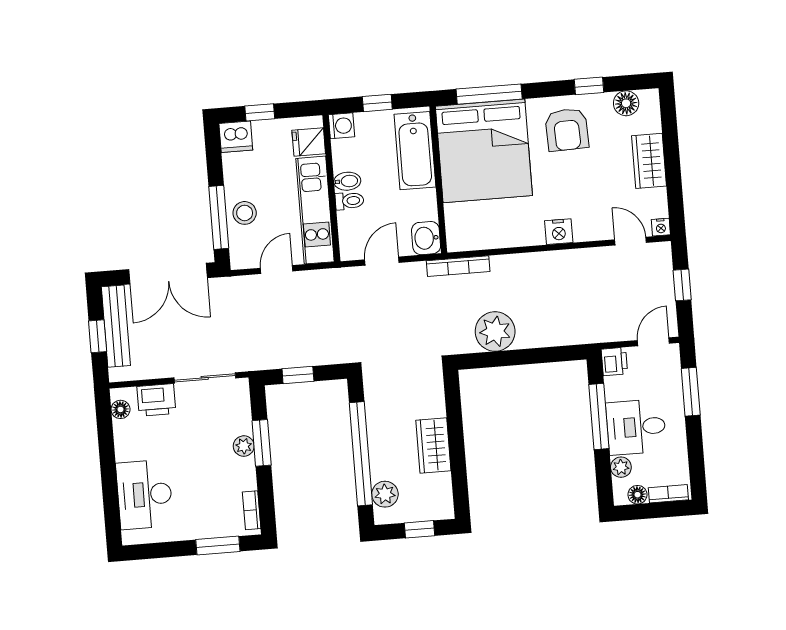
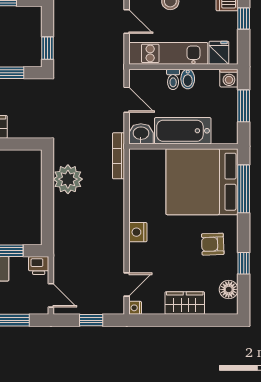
window: (377, 103) -> (244, 106), width x1.50
armchair: (567, 130) -> (213, 244), width x0.72, depth x0.72
bathtub: (415, 151) -> (183, 131), moved
window: (298, 375) -> (47, 48), moved

